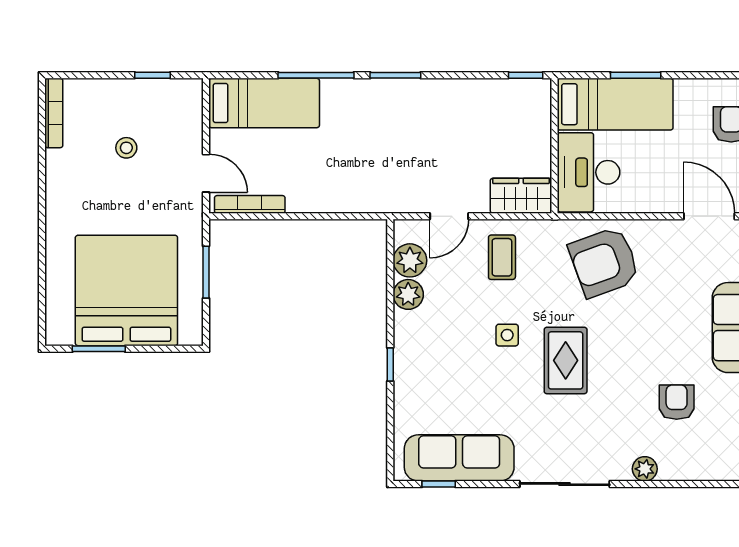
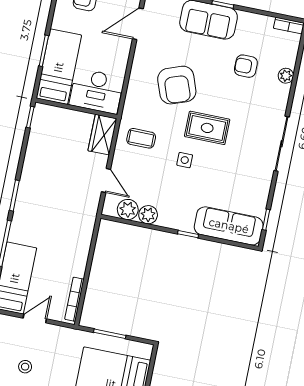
door: (206, 173) -> (35, 319), moved
coffee table: (502, 257) -> (141, 138), moved
armchair: (604, 262) -> (177, 85), moved
sofa: (459, 458) -> (229, 226), moved, turned 90
plant: (645, 469) -> (286, 76), moved

